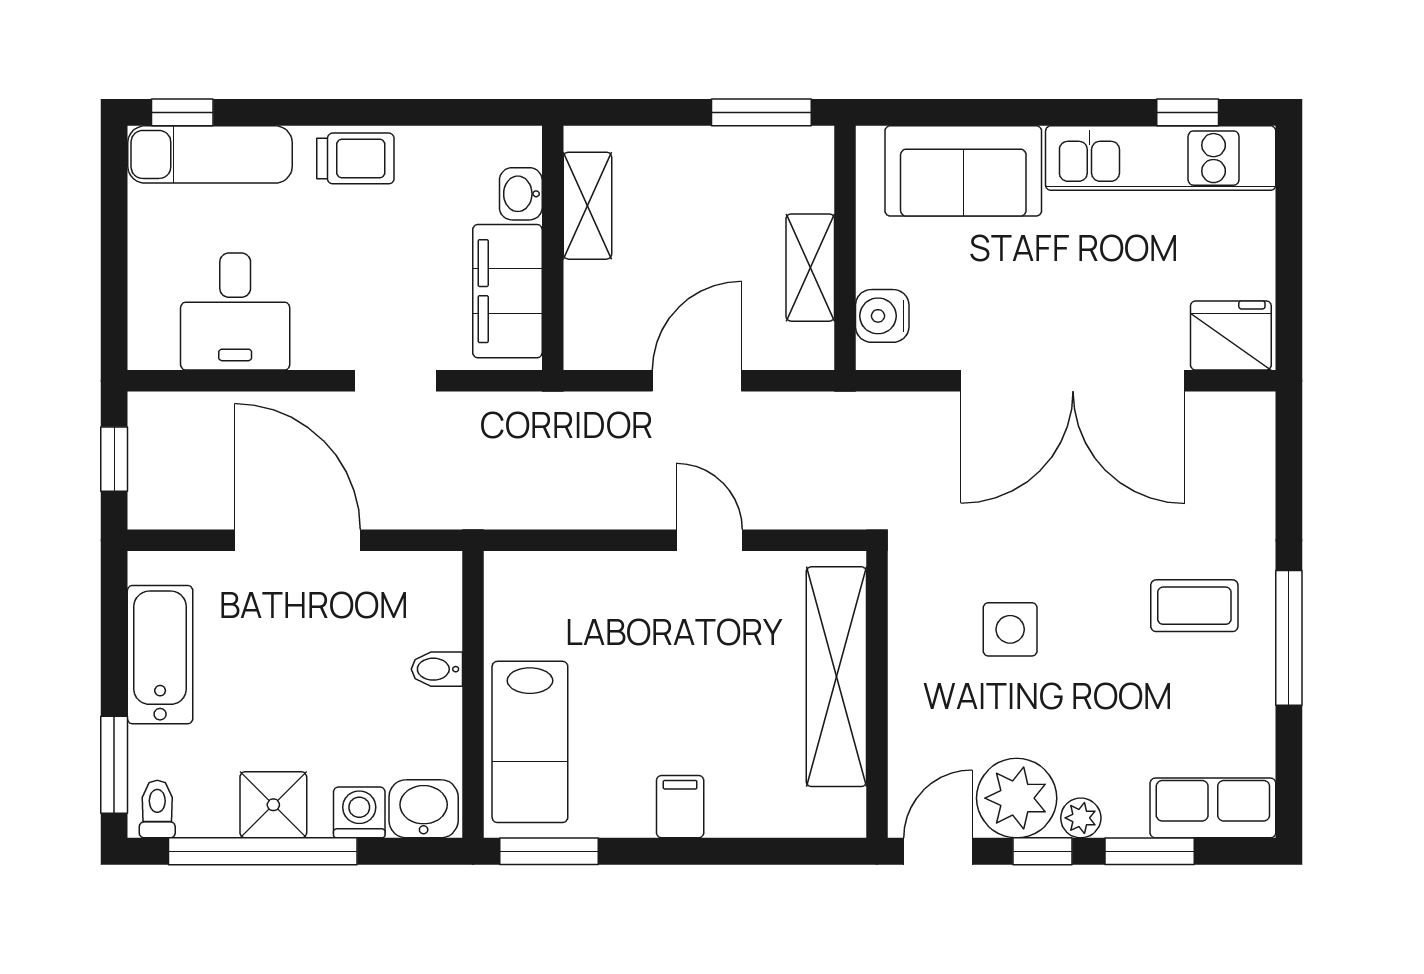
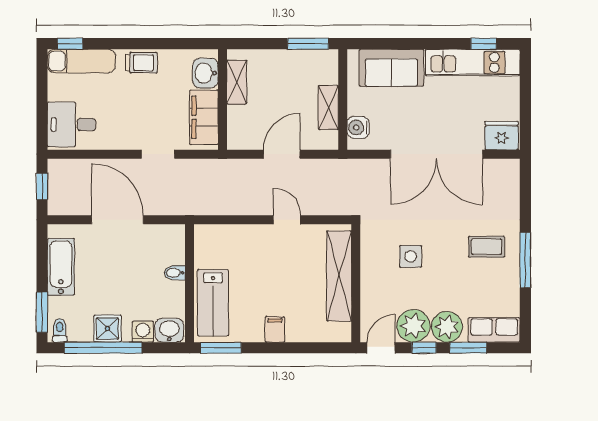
washbasin: (521, 194) -> (205, 73), width x1.38, depth x1.45
desk: (235, 312) -> (72, 124), moved, turned 90
plant: (1081, 818) -> (447, 327), width x1.88, depth x1.88

